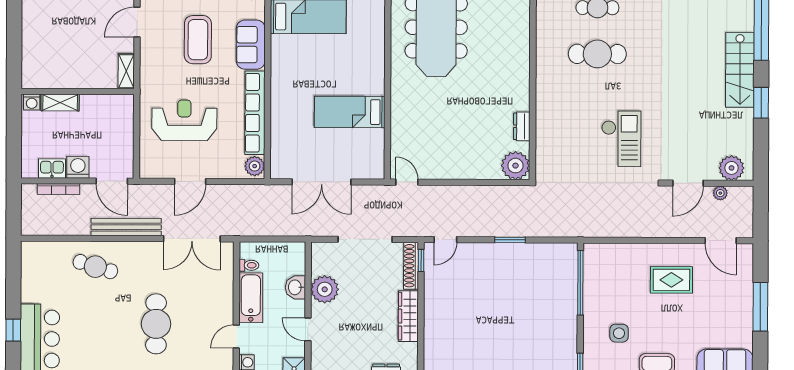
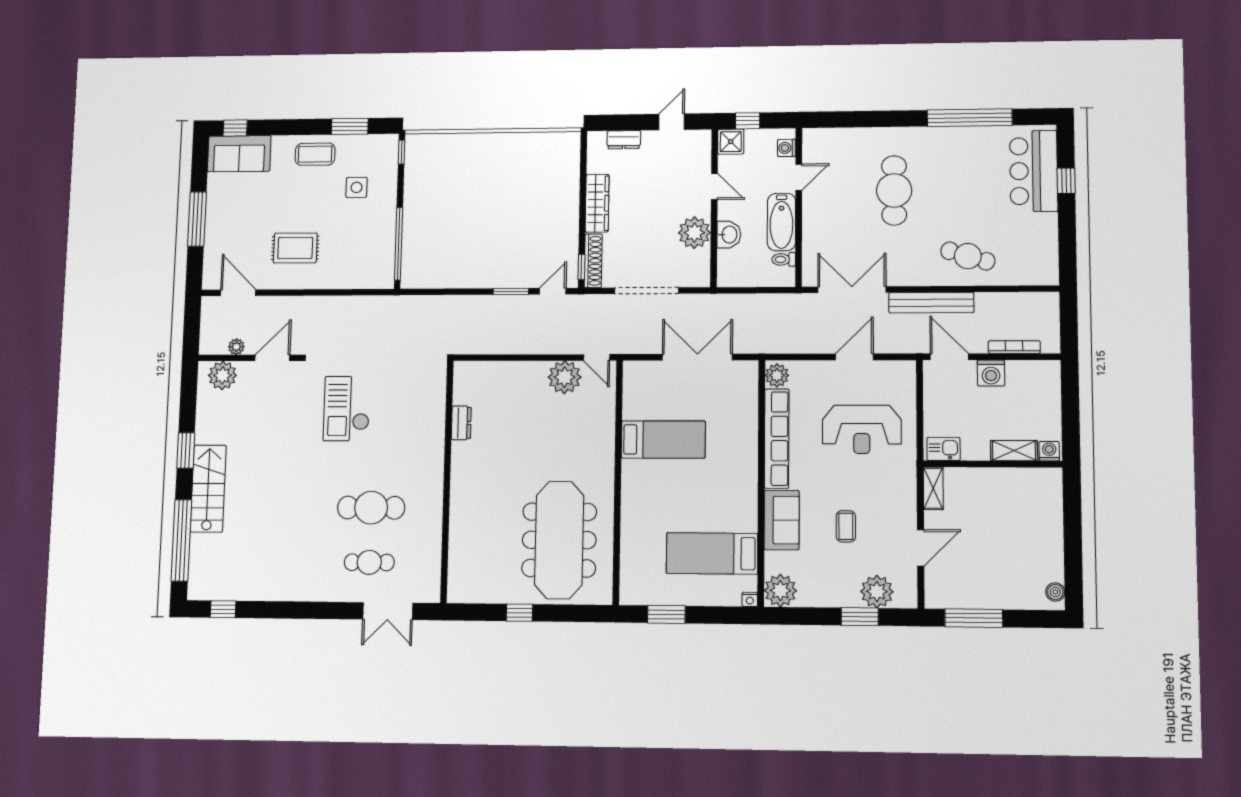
coffee table: (198, 40) -> (846, 526), width x0.54, depth x0.58
plant: (515, 166) -> (565, 377), moved
kitchen sink: (52, 169) -> (943, 449), moved, turned 180
window: (510, 240) -> (511, 291), moved

